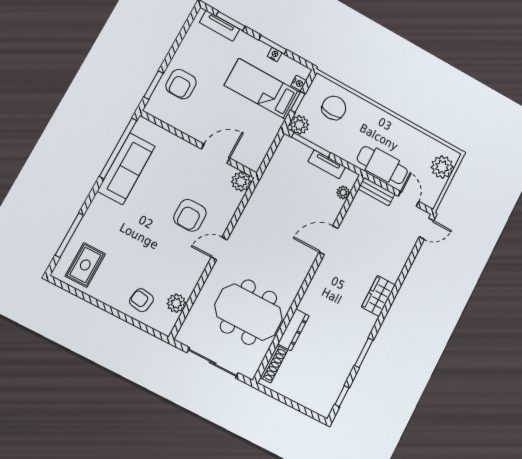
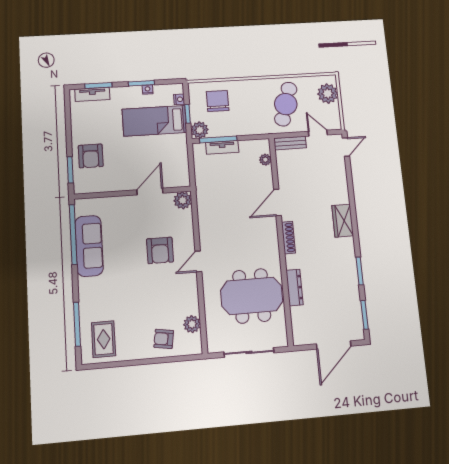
tv unit: (327, 164) -> (222, 147), moved
cafe table: (382, 165) -> (286, 104), moved, turned -73
shoe rack: (274, 364) -> (288, 238), moved
window: (342, 396) -> (364, 315), width x1.50
door: (295, 406) -> (334, 345), added

